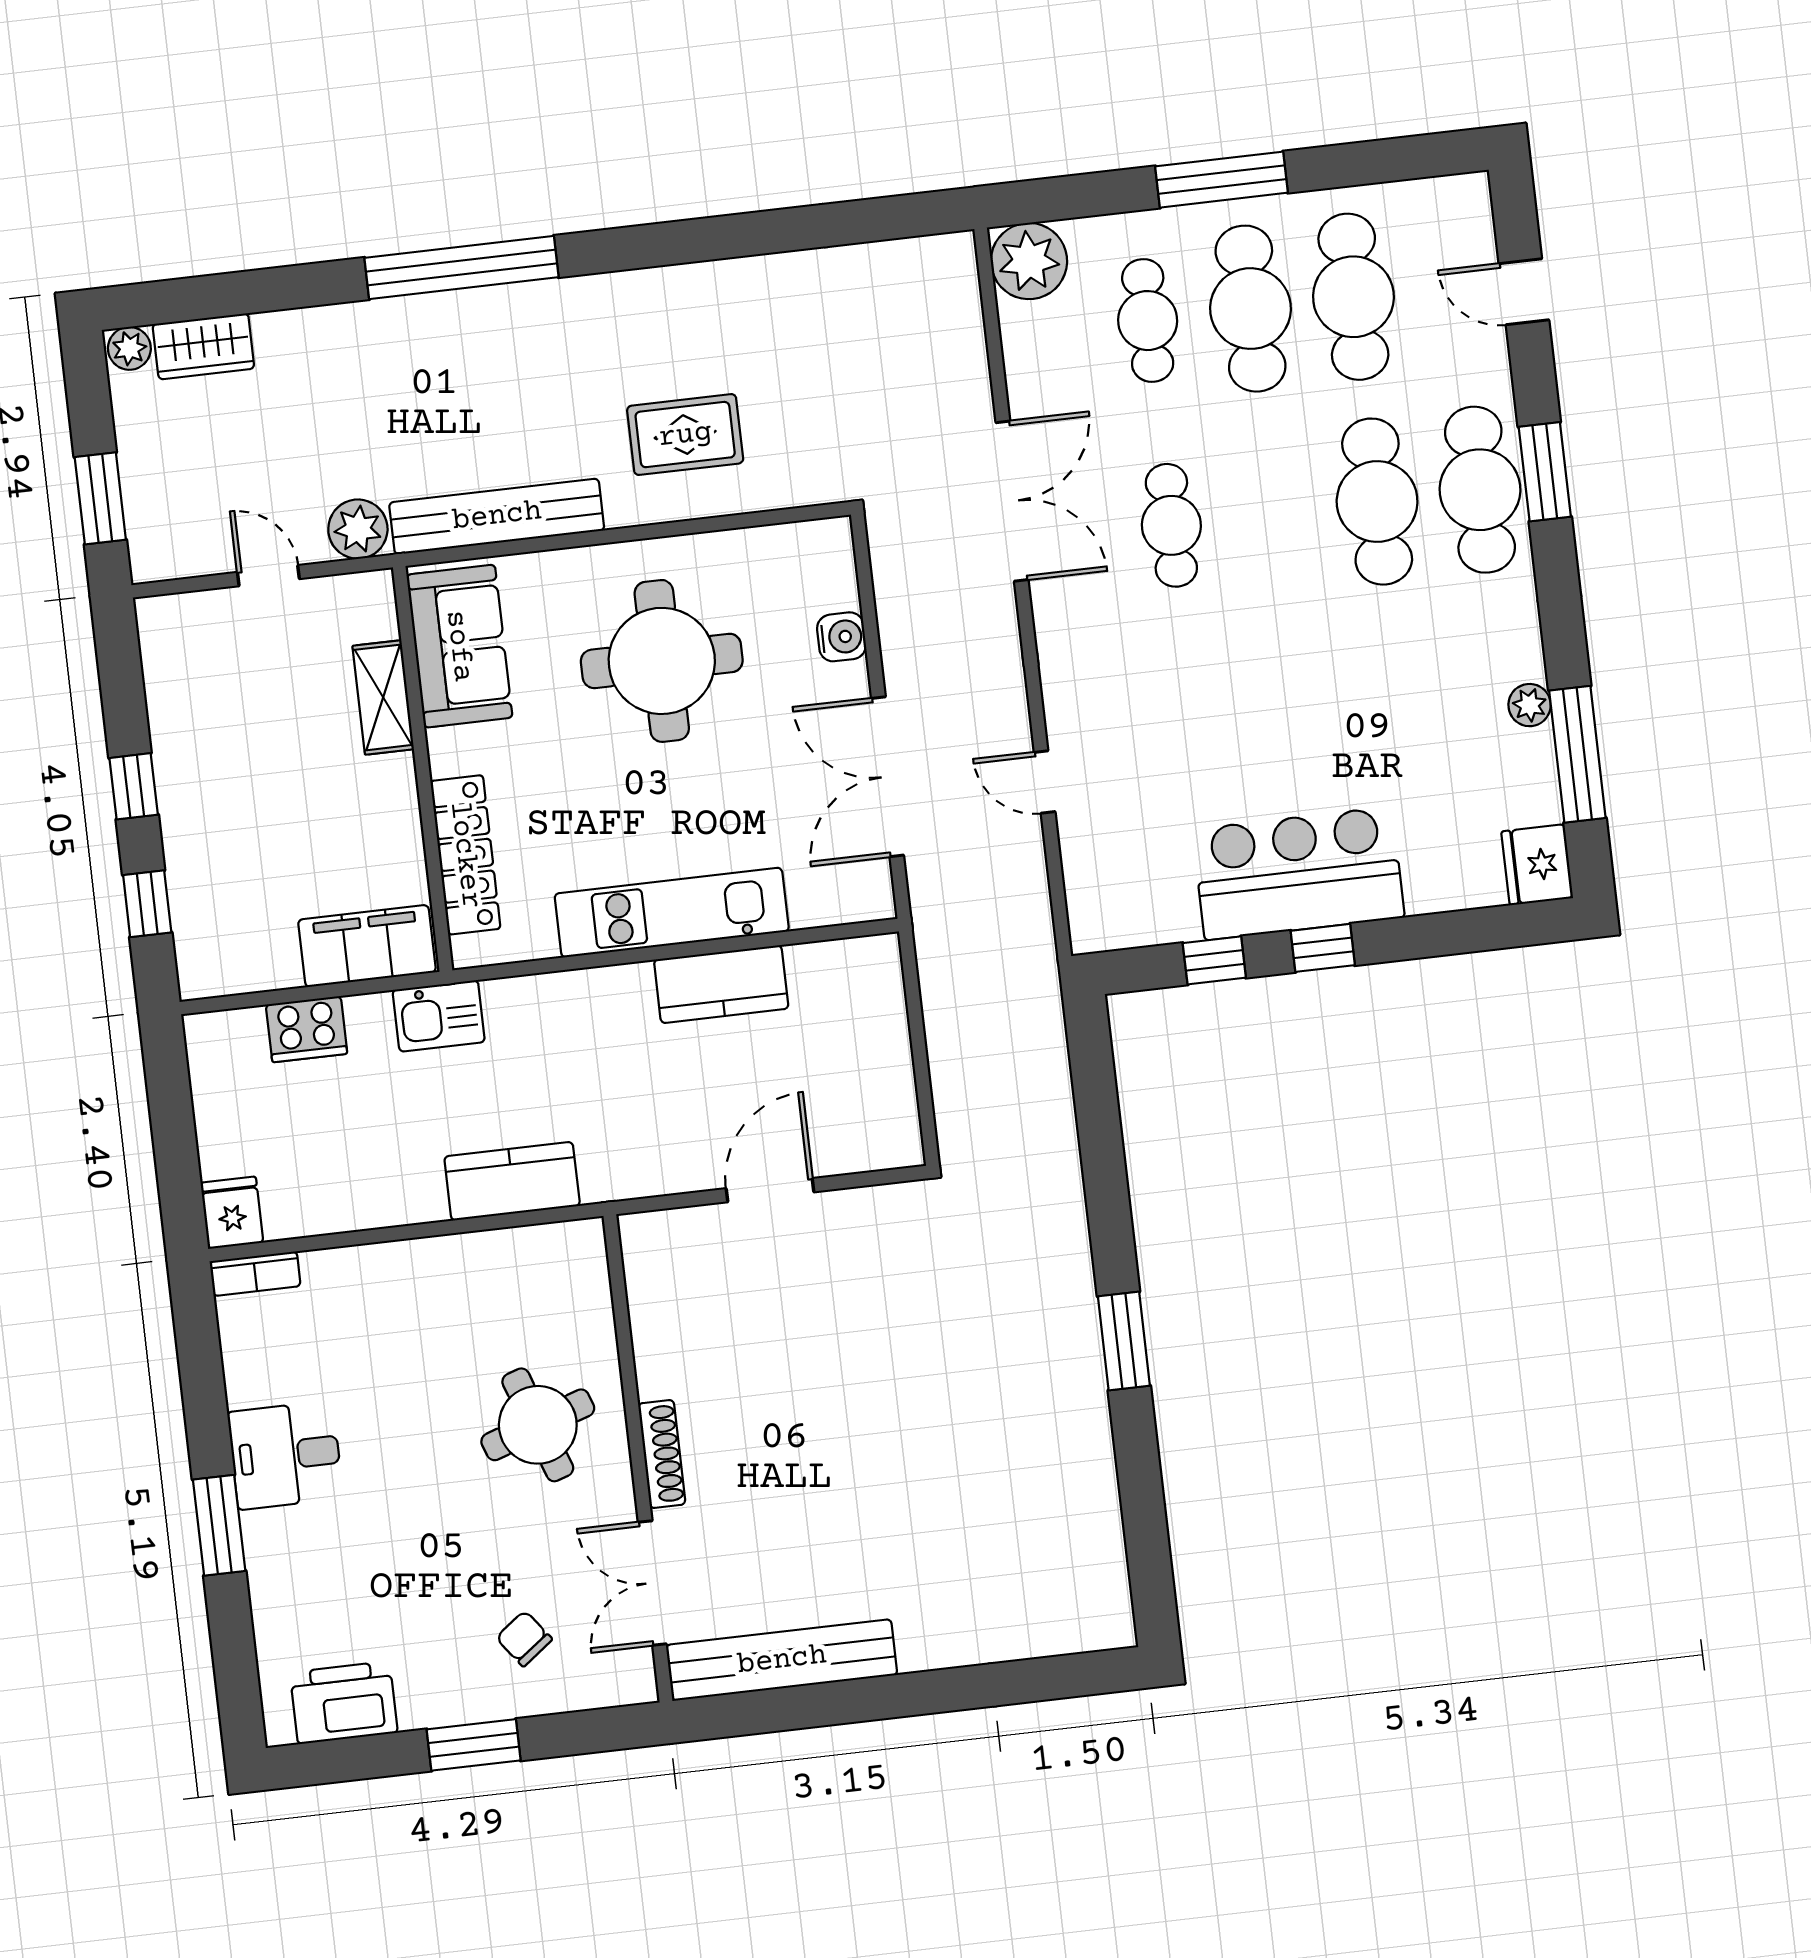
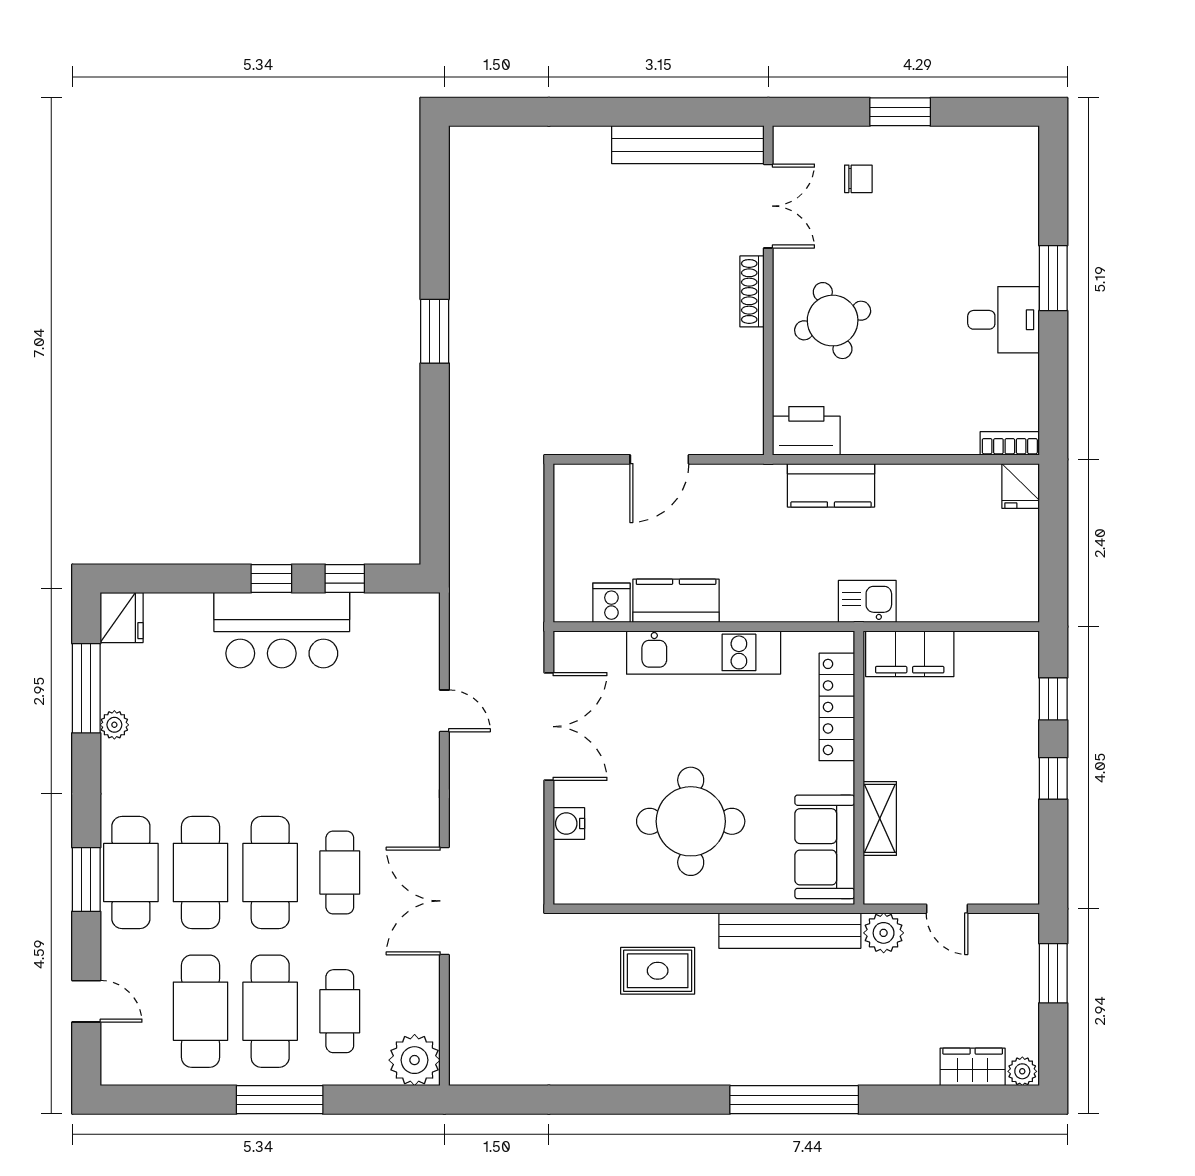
cafe table: (1274, 513) -> (270, 873), added
cooker: (307, 1029) -> (611, 603), moved, width x0.73
chair: (524, 1639) -> (858, 179), turned -53
printer: (344, 1703) -> (806, 431), moved, turned 180

